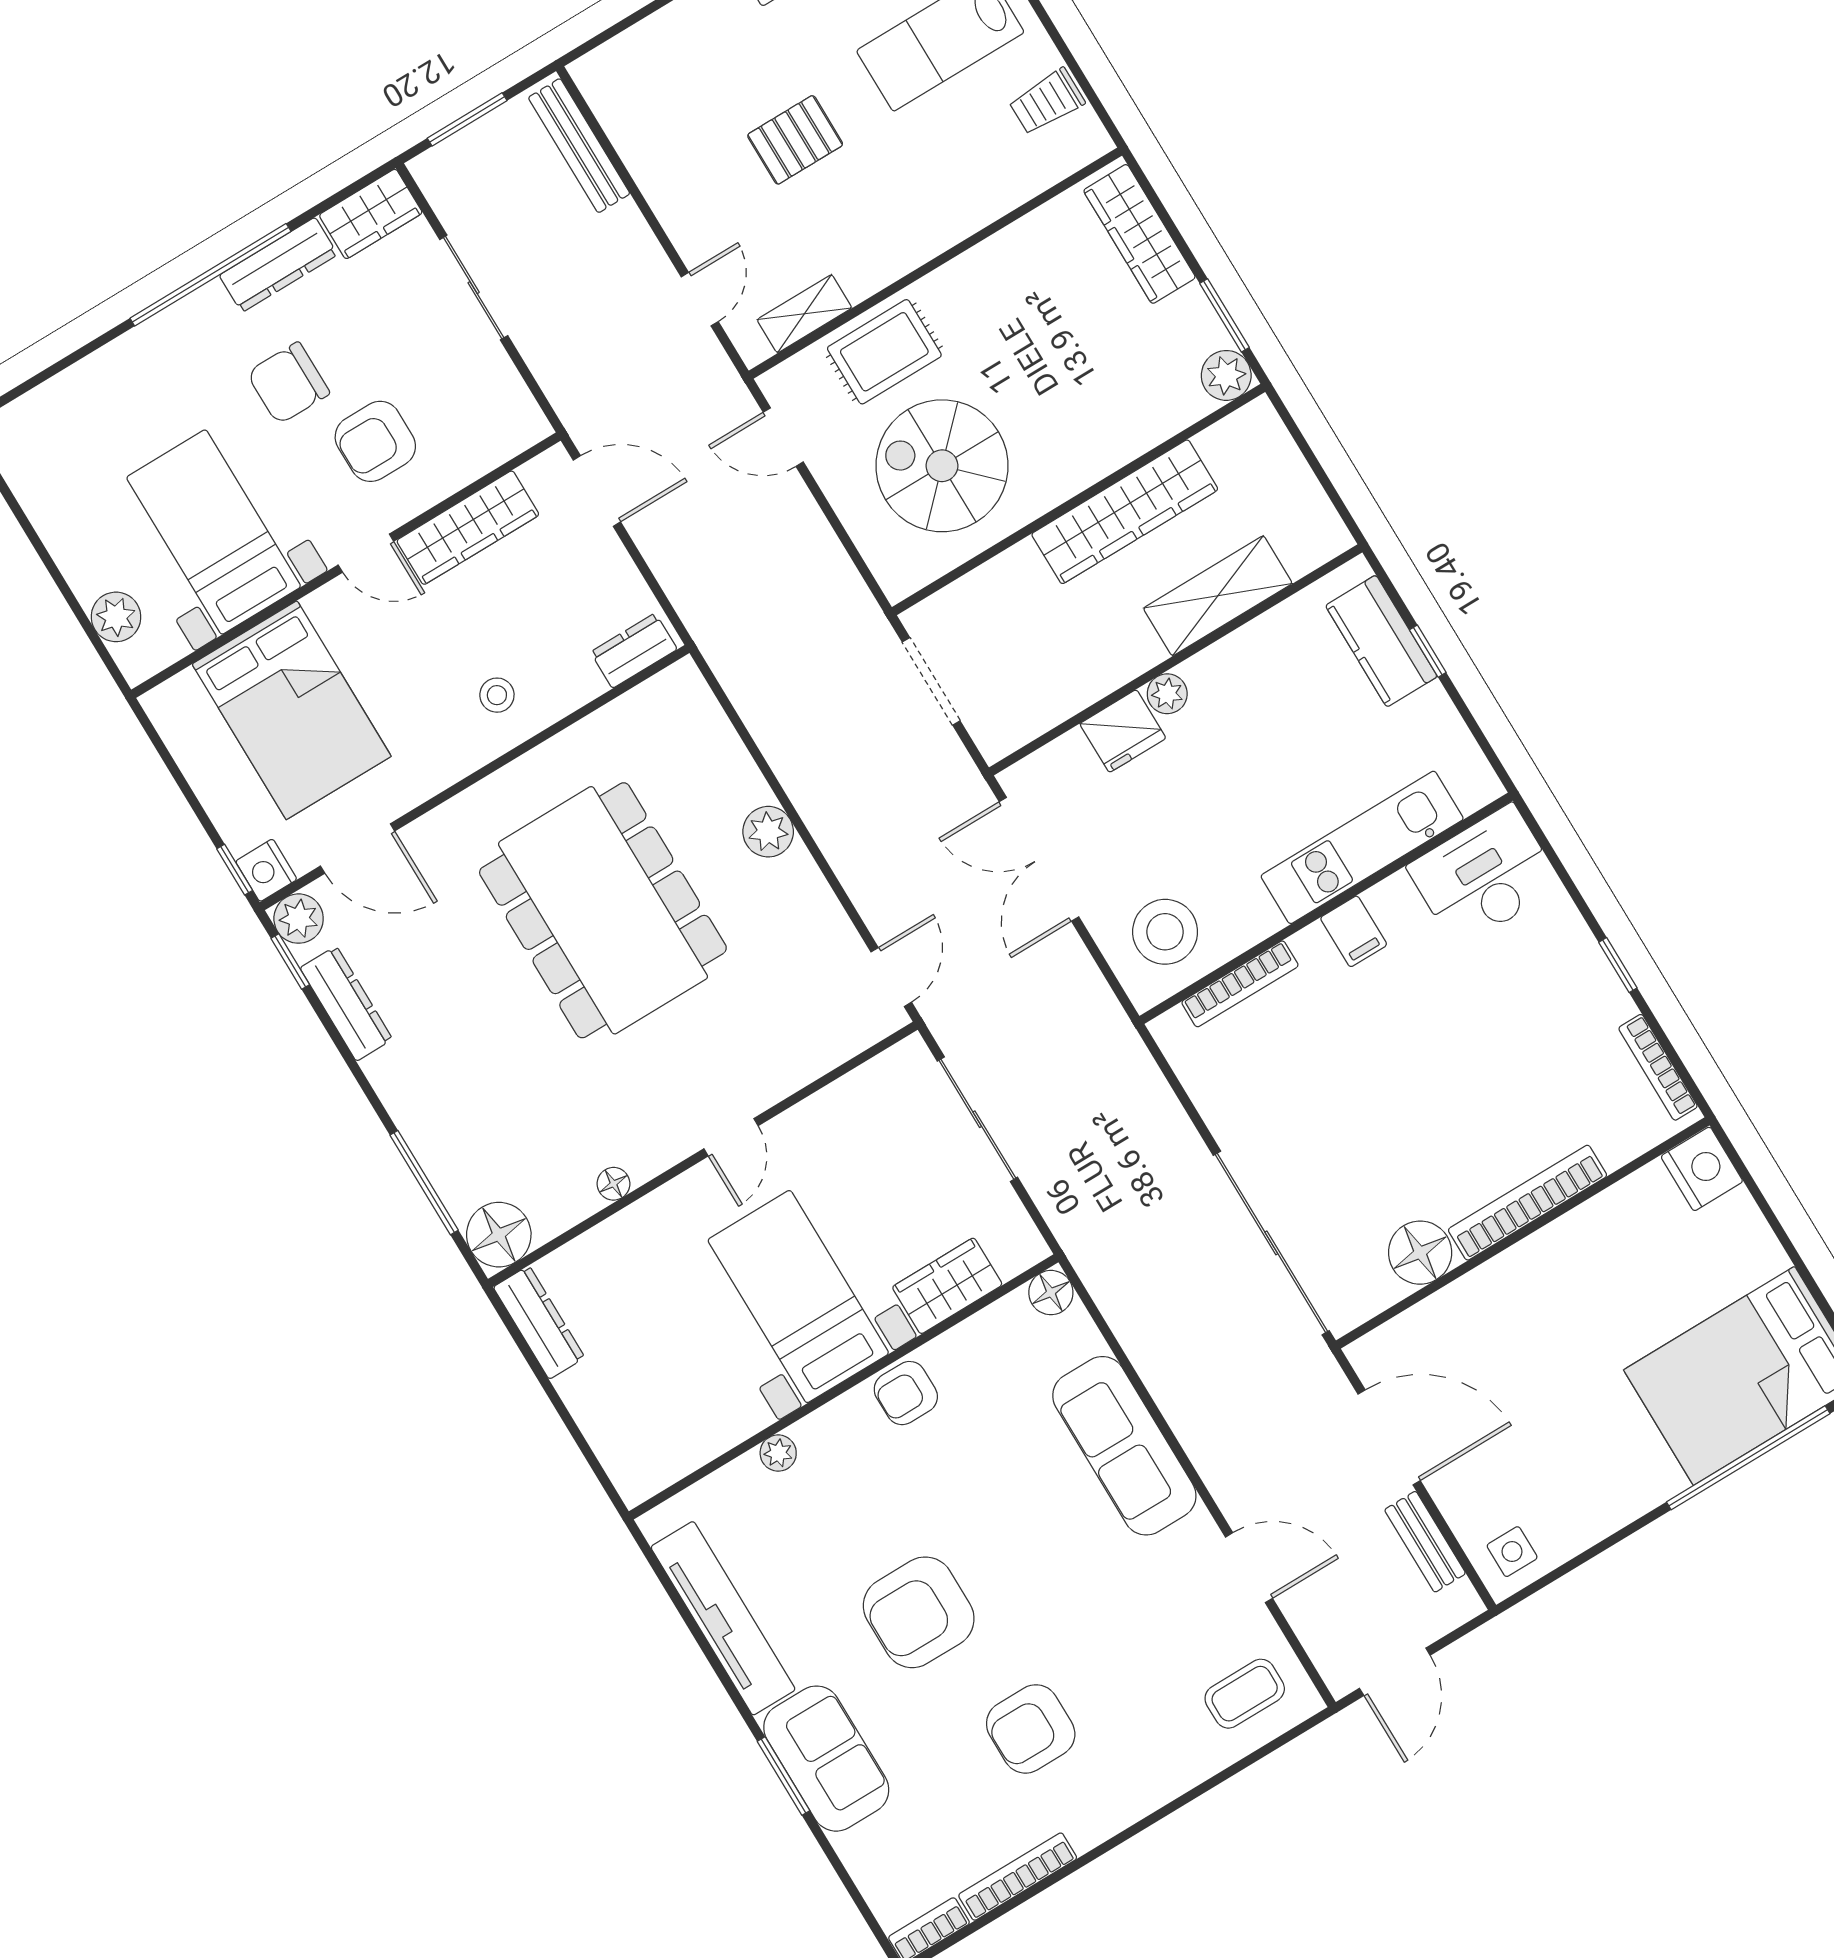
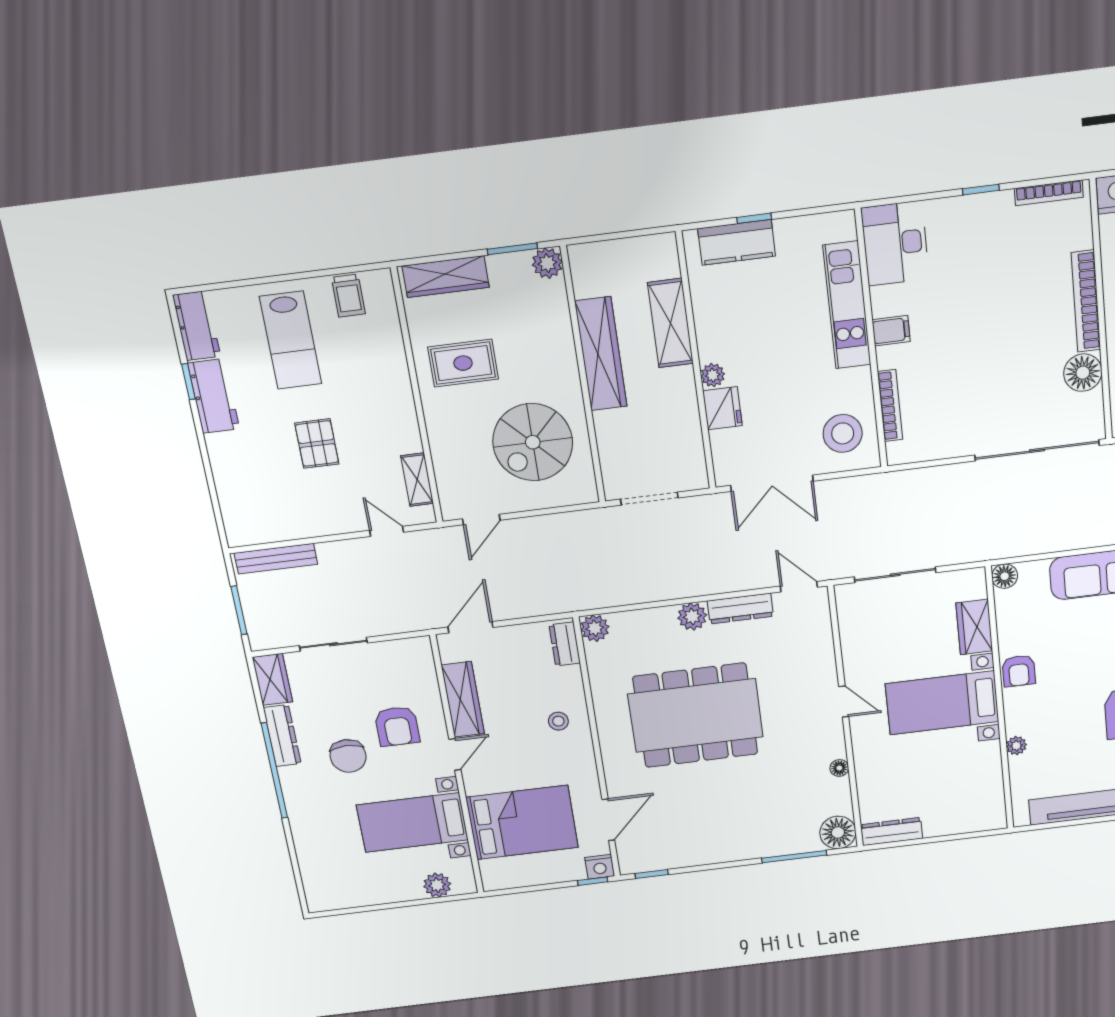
rug: (884, 352) -> (463, 363), moved, turned 90
plant: (299, 919) -> (595, 628), moved
dresser: (346, 1004) -> (740, 608), moved, turned 180

